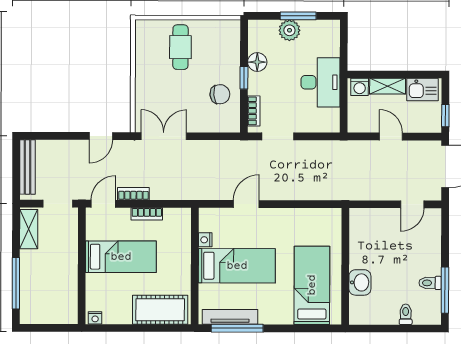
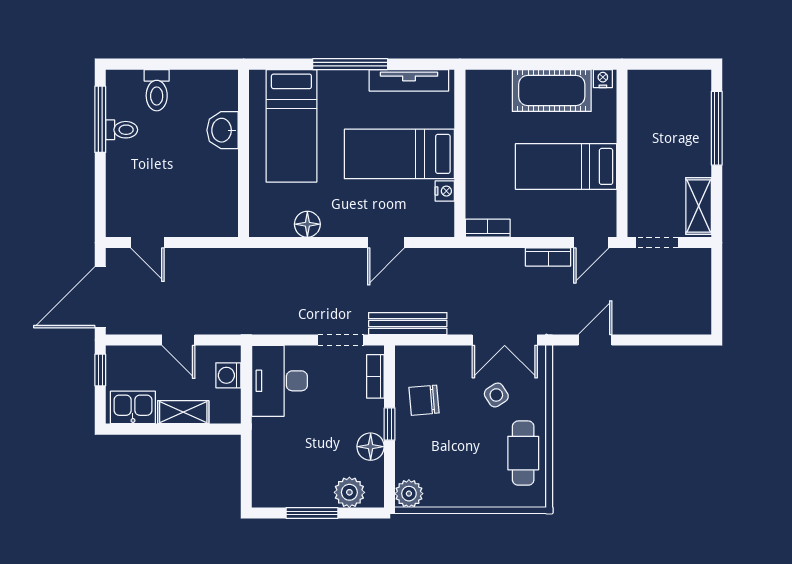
plant: (231, 29) -> (409, 494), added
plant: (289, 30) -> (349, 492), moved
cafe table: (180, 47) -> (523, 453), moved
desk: (321, 82) -> (280, 381), moved
washing machine: (360, 87) -> (228, 375), moved, turned -90
side table: (170, 98) -> (496, 395), added
bench: (28, 167) -> (408, 324), moved, turned 90
door: (412, 204) -> (147, 243), swing flipped
bookcase: (147, 214) -> (488, 228), moved
floor lamp: (301, 217) -> (307, 224), added
cot: (160, 310) -> (552, 91), moved
toilet: (406, 314) -> (157, 90), width x1.37, depth x1.39
window: (237, 328) -> (350, 64), moved

